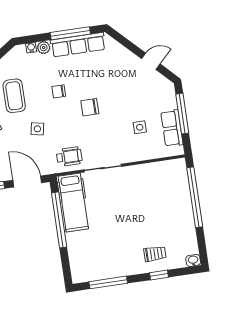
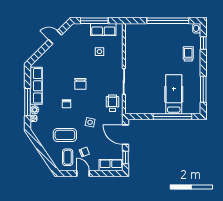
window: (70, 33) -> (28, 102), moved
door: (151, 61) -> (55, 37), hinge flipped
door: (27, 182) -> (125, 135), hinge flipped
window: (195, 197) -> (168, 21), moved
hospital bed: (73, 203) -> (174, 94), moved, turned -90
window: (59, 220) -> (173, 117), moved
window: (159, 275) -> (203, 43), moved

